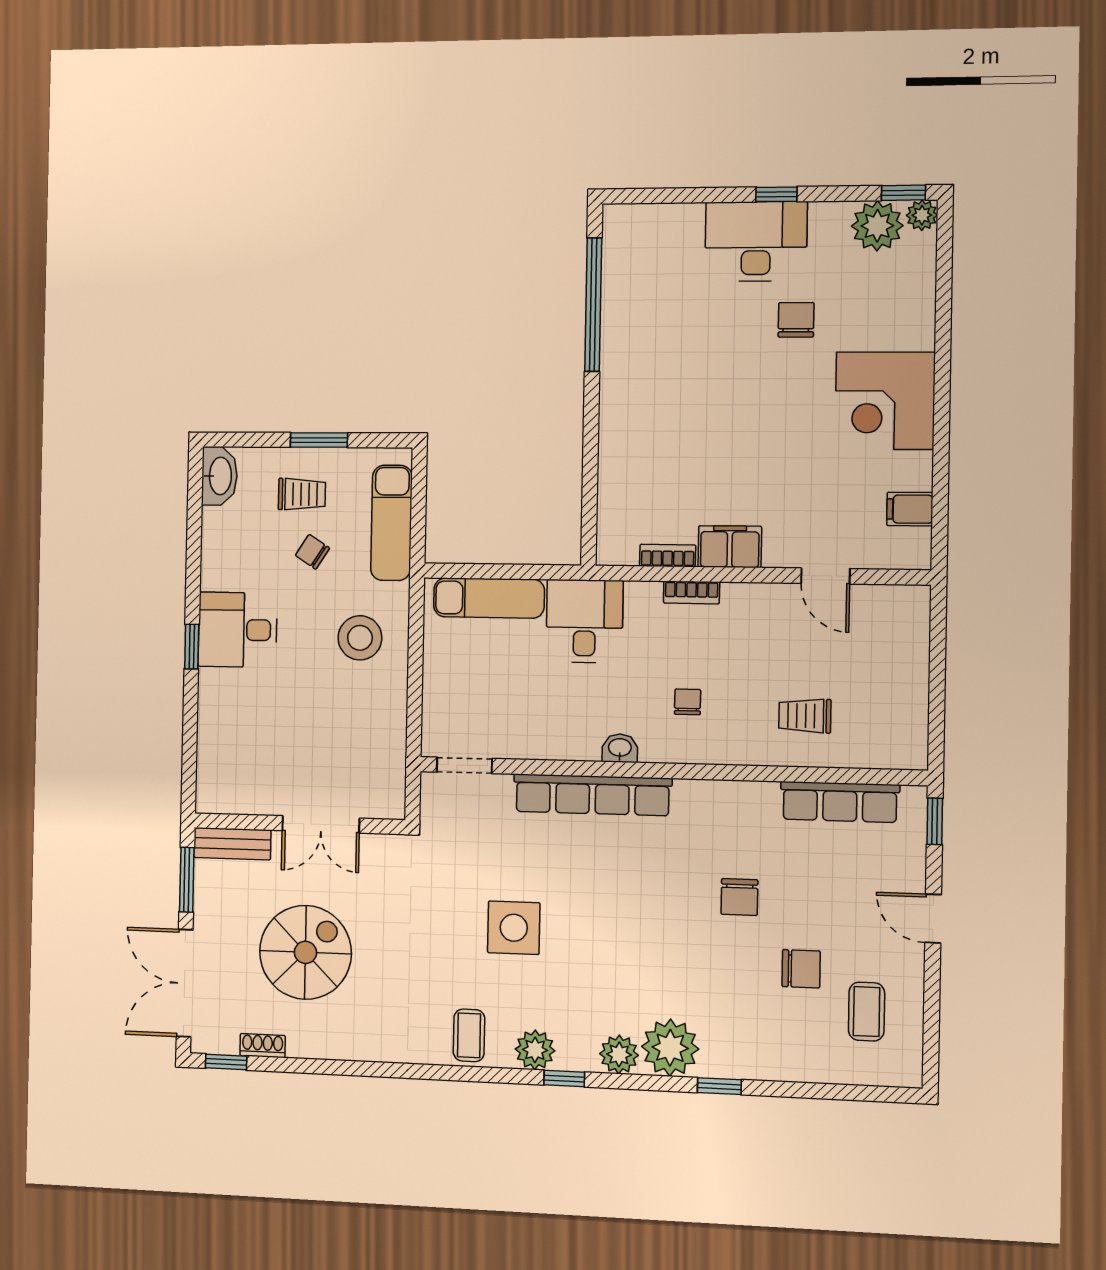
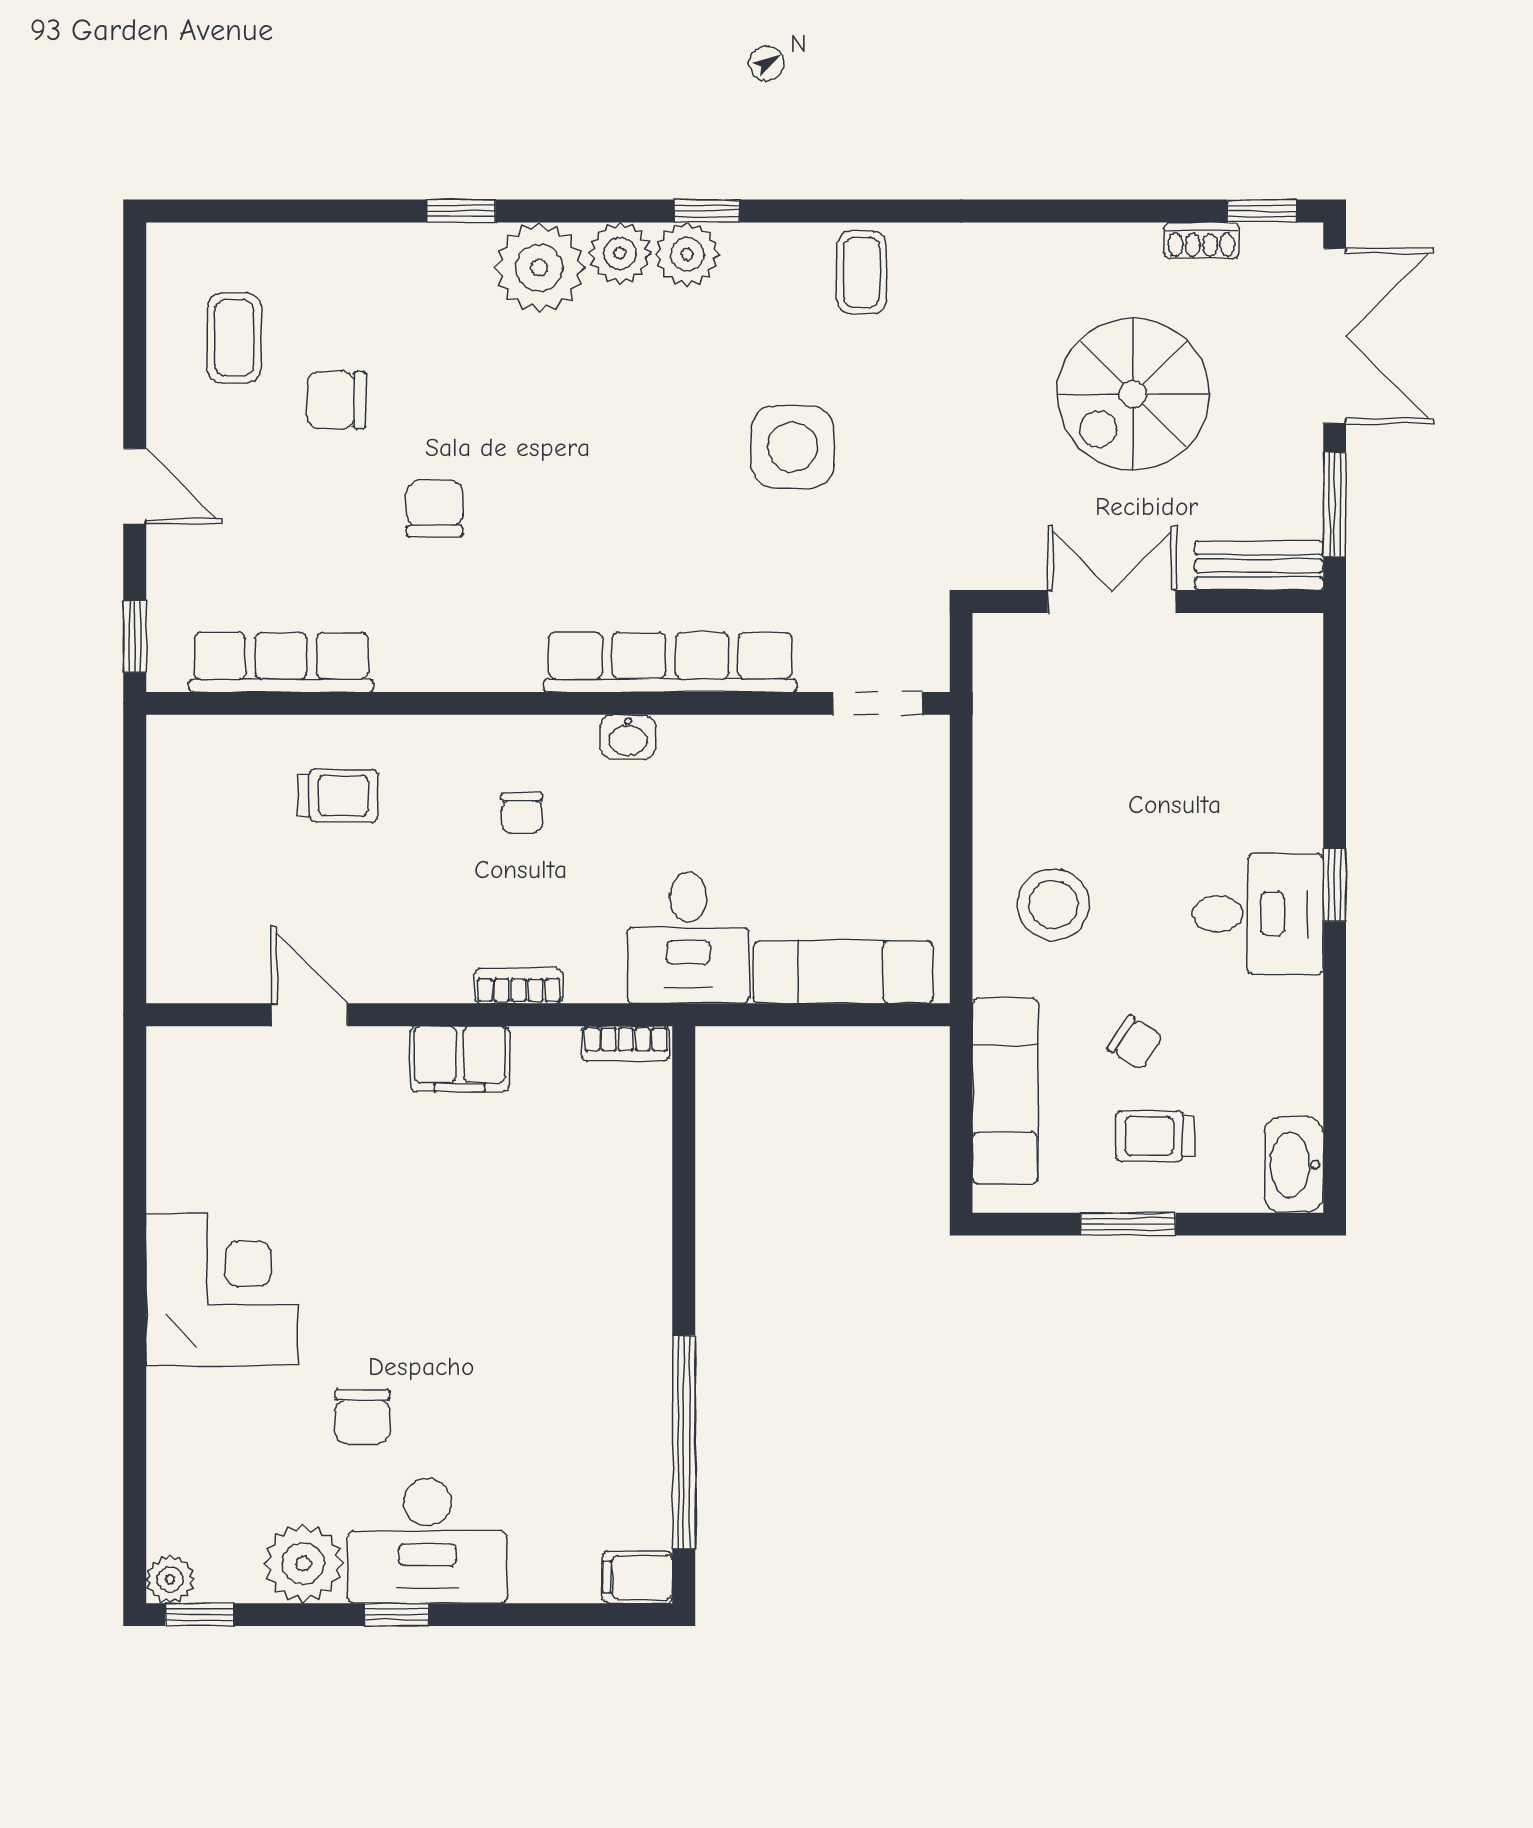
plant: (877, 226) -> (303, 1563), moved
filing cabinet: (910, 509) -> (637, 1577), moved, turned 180
bookcase: (668, 556) -> (626, 1044), moved
plant: (535, 1050) -> (687, 254), moved

